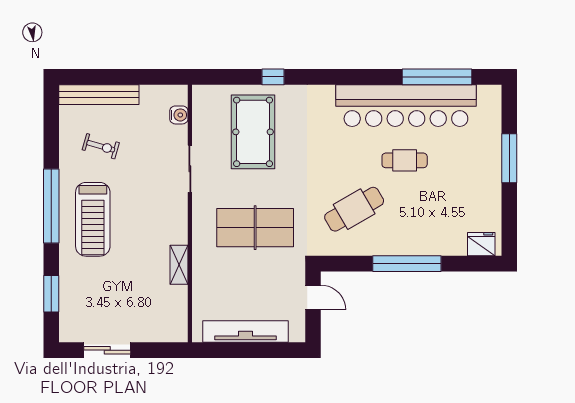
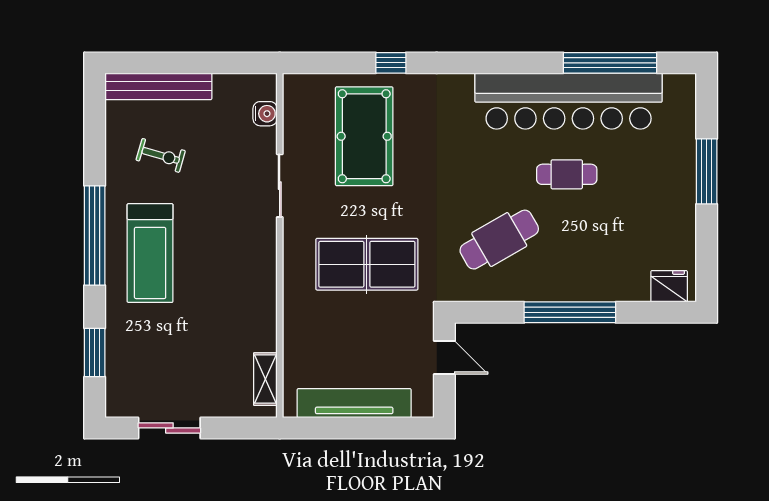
shelving: (179, 265) -> (265, 379), moved

